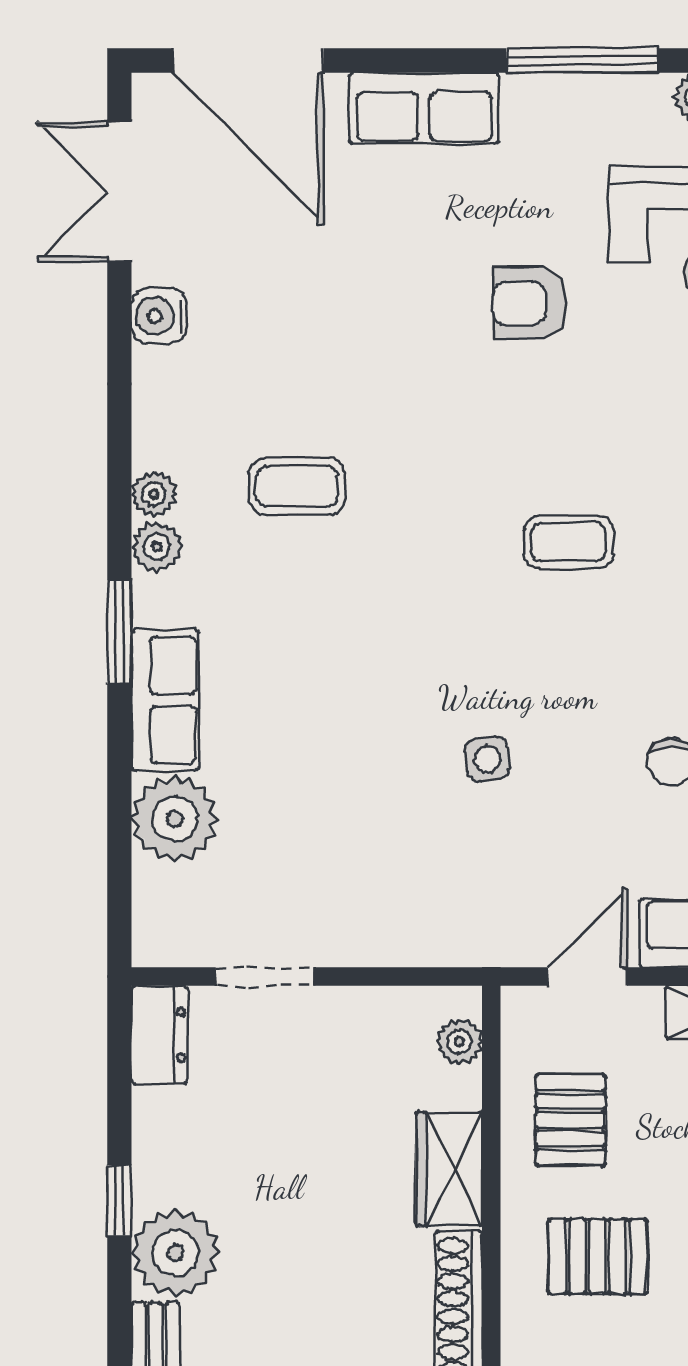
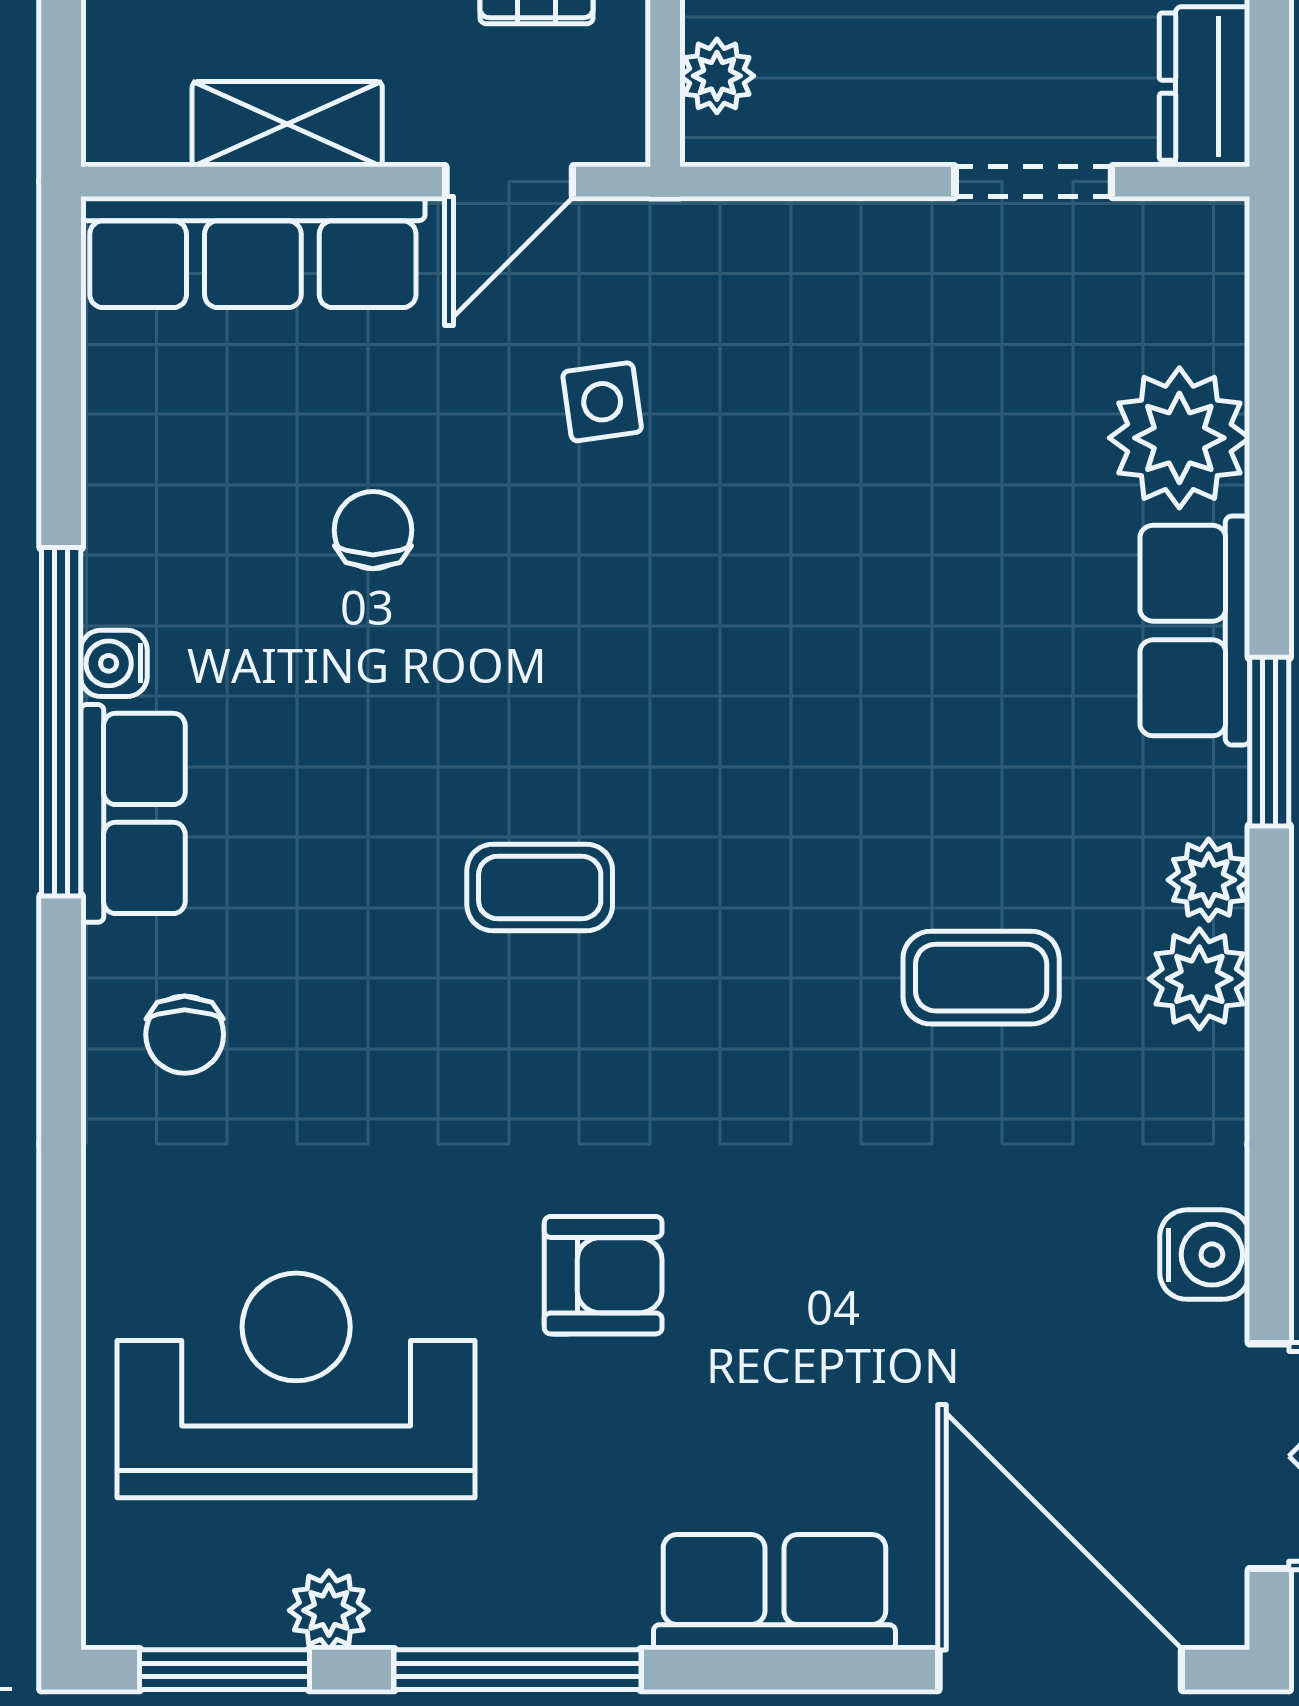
plant: (154, 494) -> (1199, 979), width x1.38, depth x1.38
side table: (487, 759) -> (602, 402), moved

